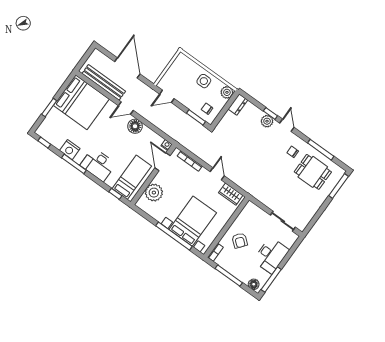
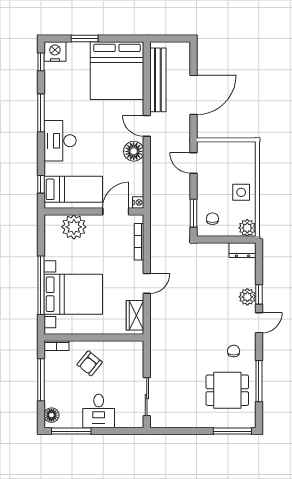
nightstand: (70, 150) -> (55, 52), moved, turned 90
dining table: (313, 172) -> (227, 390), turned 90
desk: (271, 255) -> (99, 411), width x0.73

